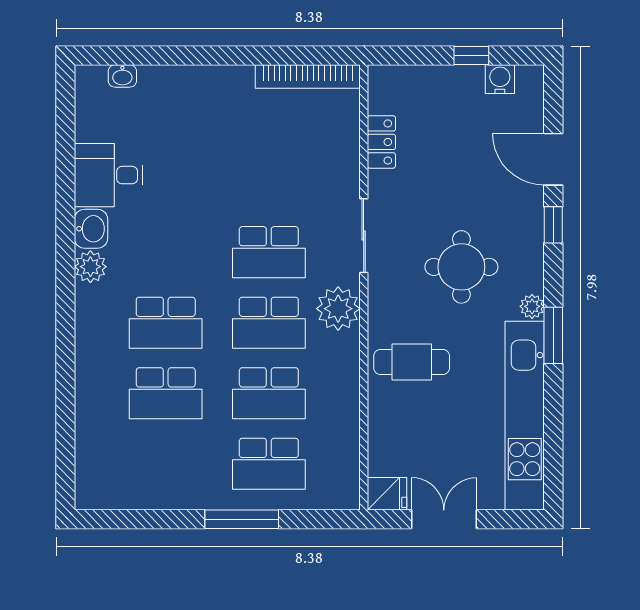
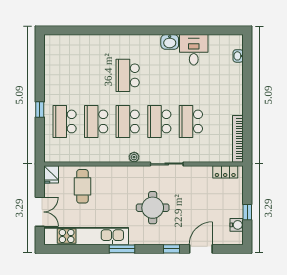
locker: (381, 142) -> (225, 172), moved
plant: (90, 267) -> (153, 42), removed
plant: (532, 306) -> (135, 239), removed
plant: (338, 309) -> (134, 157), width x0.53, depth x0.53
cafe table: (412, 362) -> (82, 186), moved
school desk: (166, 393) -> (191, 121), moved
window: (242, 519) -> (40, 109), width x0.46
double door: (444, 519) -> (40, 212), moved

